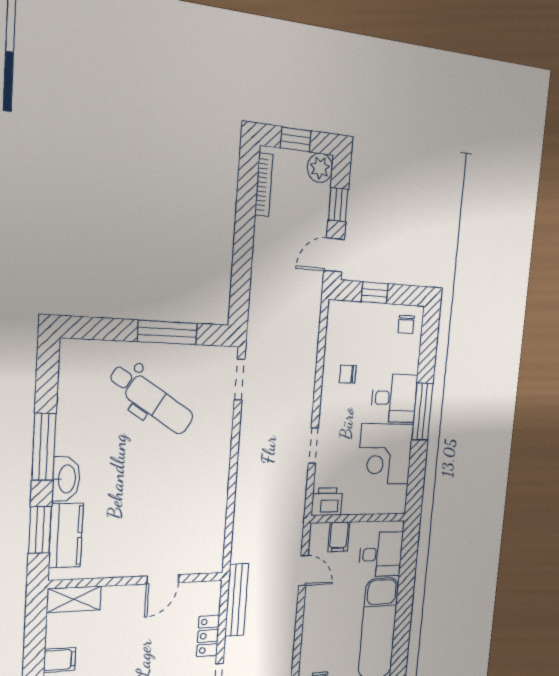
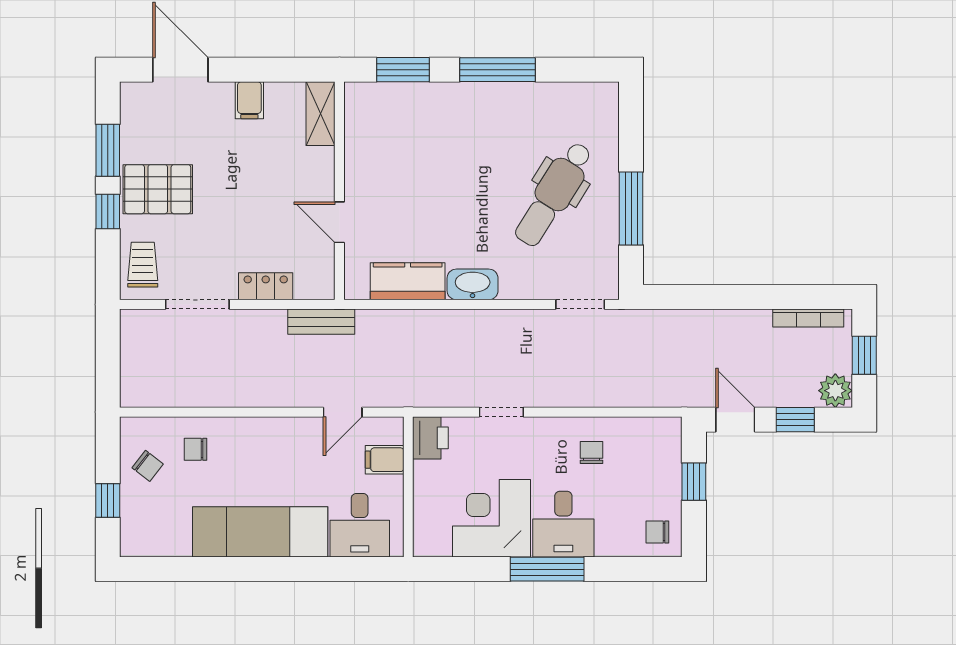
washbasin: (66, 479) -> (473, 284), moved, turned 180
kitchen counter: (66, 535) -> (408, 281), moved, turned 180
bench: (237, 600) -> (321, 322), width x0.73

